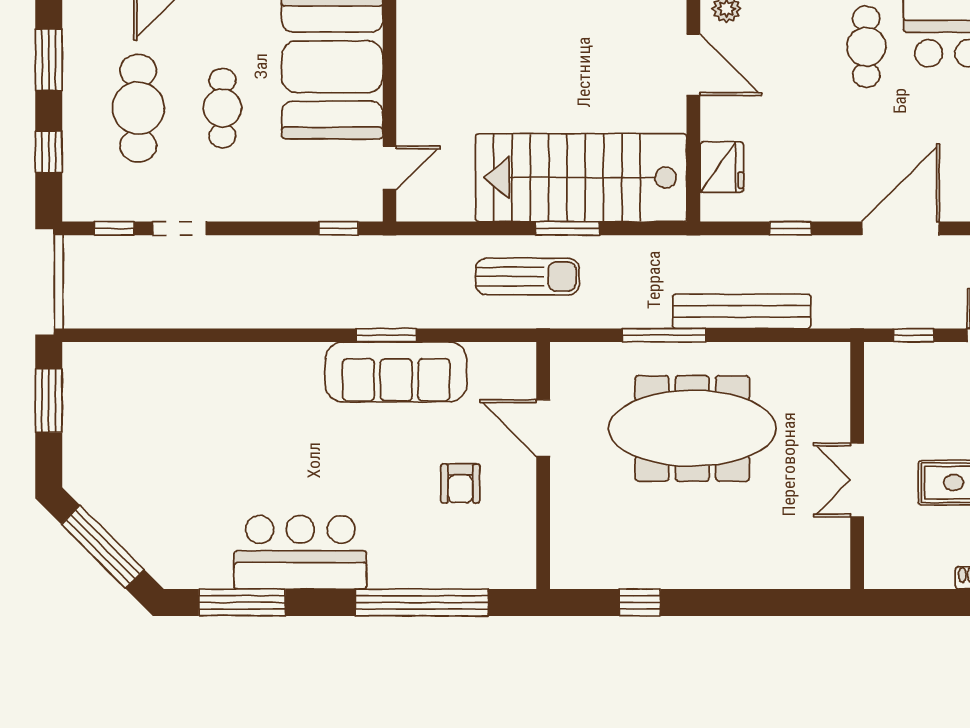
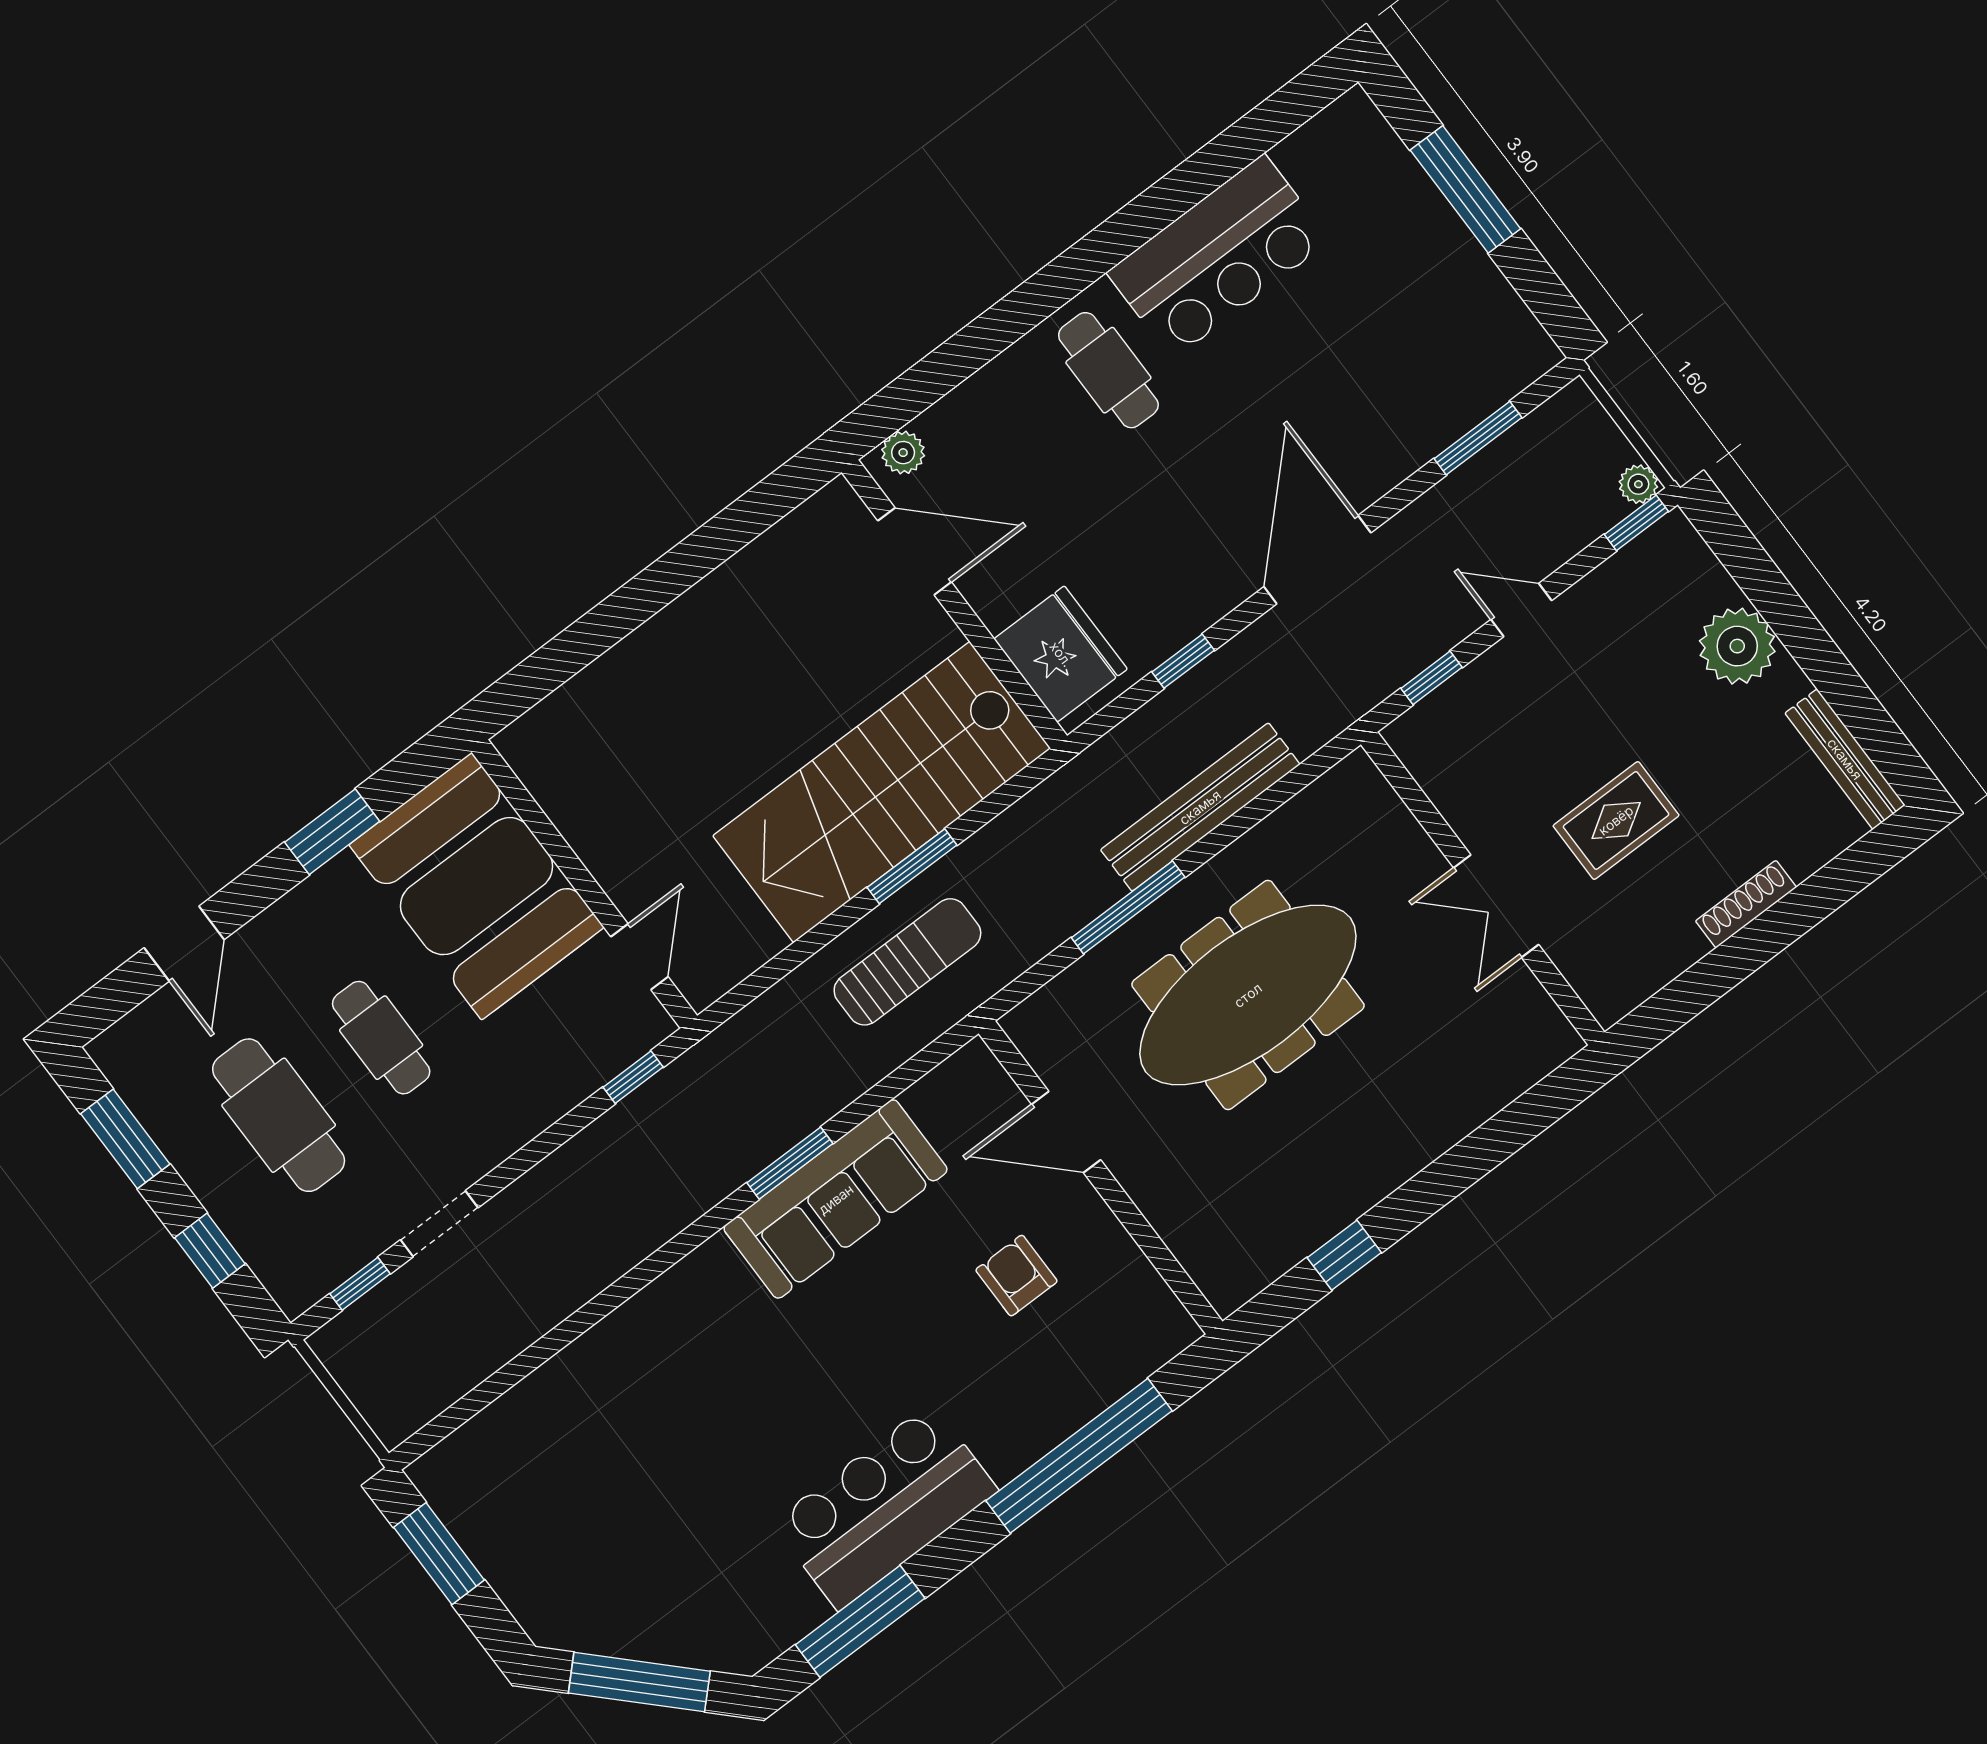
fridge: (722, 167) -> (1061, 654), width x1.36, depth x1.34
armchair: (460, 484) -> (1016, 1276), turned 180

